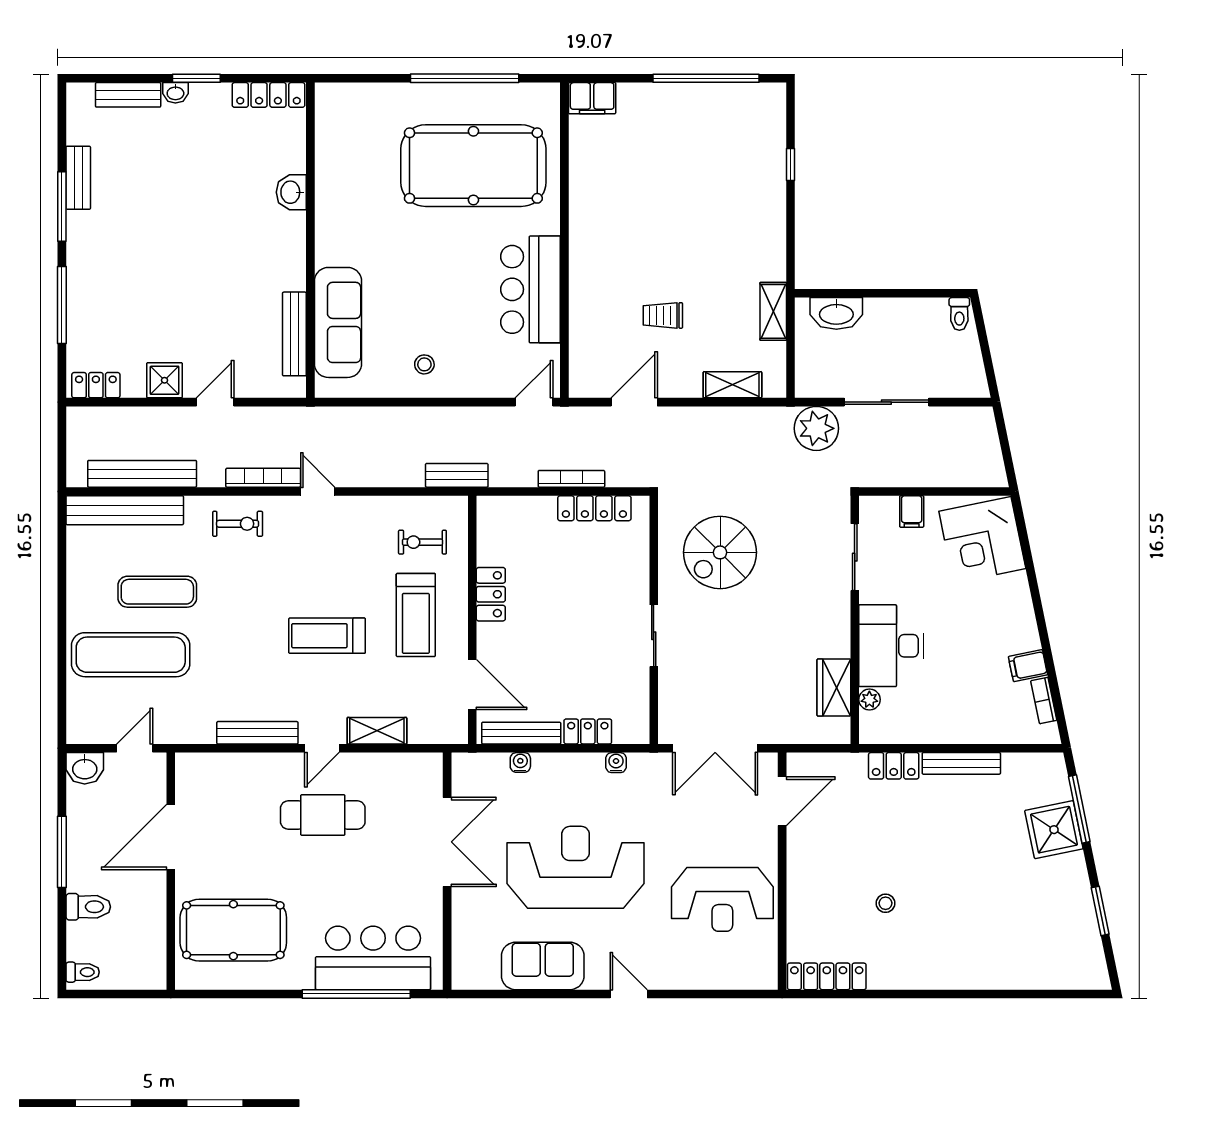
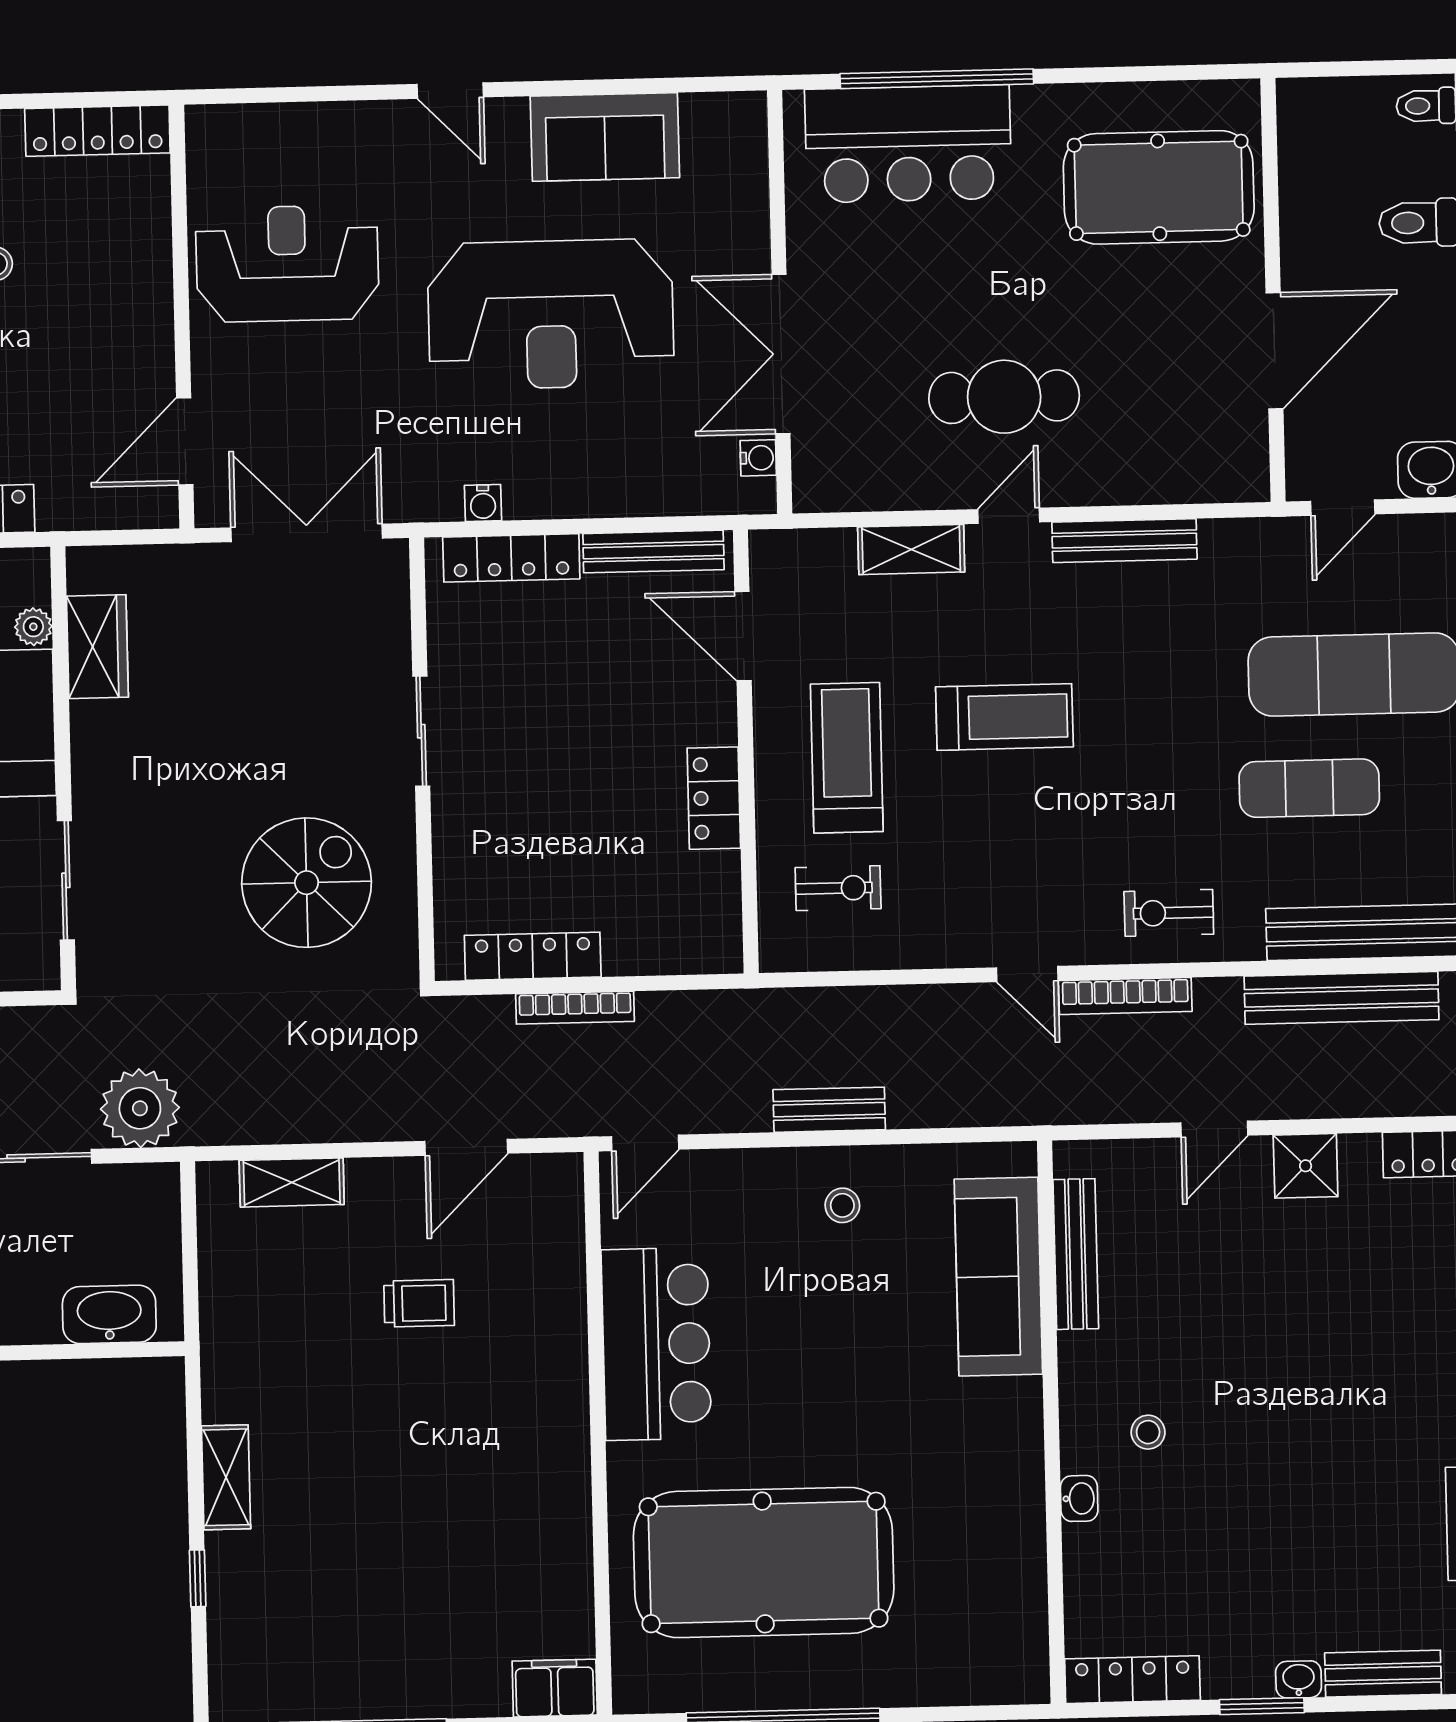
washbasin: (291, 192) -> (1079, 1498), width x0.72, depth x0.69
stool: (256, 233) -> (1148, 1432), added
shelving: (773, 311) -> (226, 1477), moved
bench: (457, 475) -> (829, 1110), moved
locker: (588, 731) -> (511, 558), width x1.53
water cooler: (520, 762) -> (758, 458), moved, turned -90

